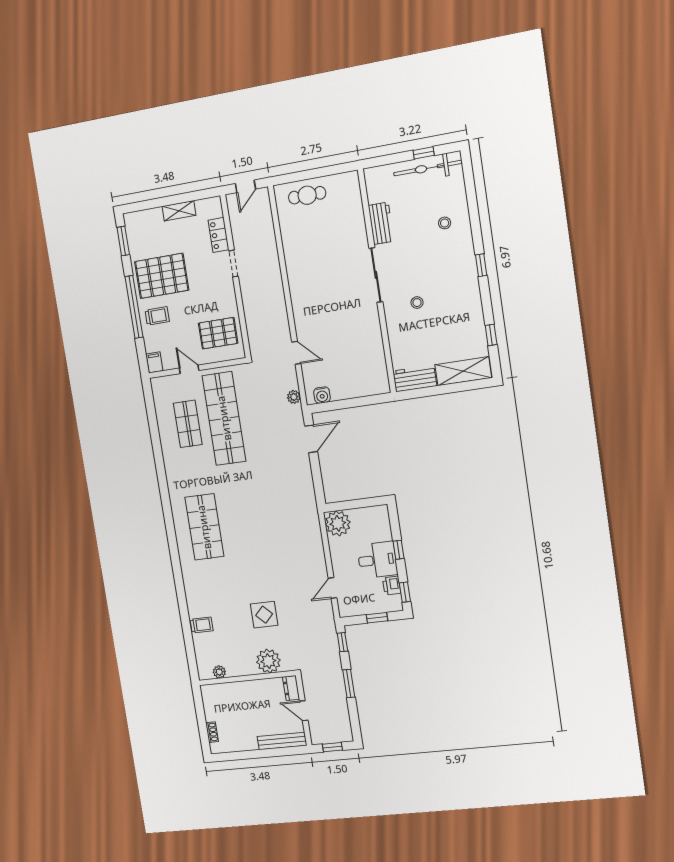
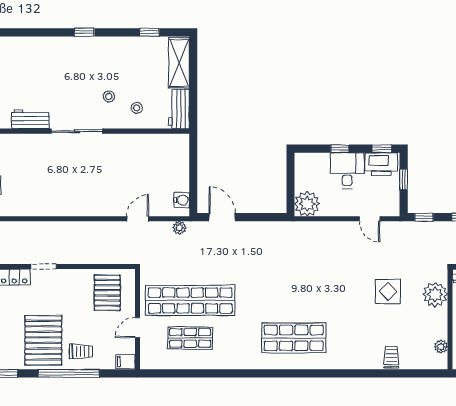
stool: (445, 223) -> (137, 108), moved
trolley: (157, 316) -> (81, 351), turned 90
printer: (392, 586) -> (381, 164), width x1.87, depth x1.48

